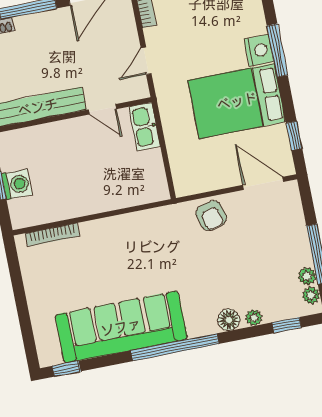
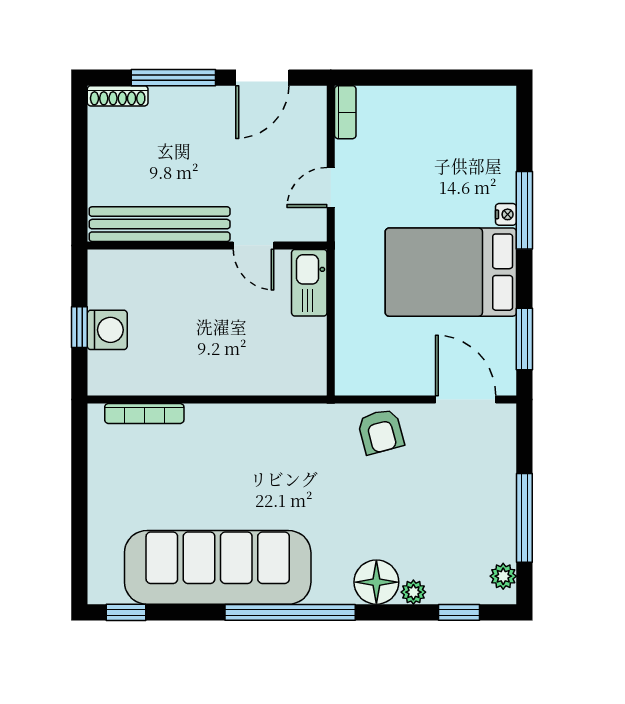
nightstand: (259, 50) -> (506, 214), width x0.53, depth x0.56
window: (294, 136) -> (524, 339), width x1.50
plant: (307, 276) -> (503, 547), removed
floor lamp: (229, 320) -> (376, 582), width x1.38, depth x1.38

